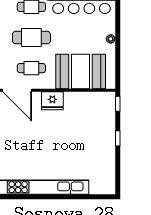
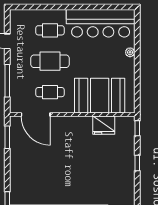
plant: (111, 39) -> (130, 52), moved
fridge: (52, 101) -> (104, 125), moved

